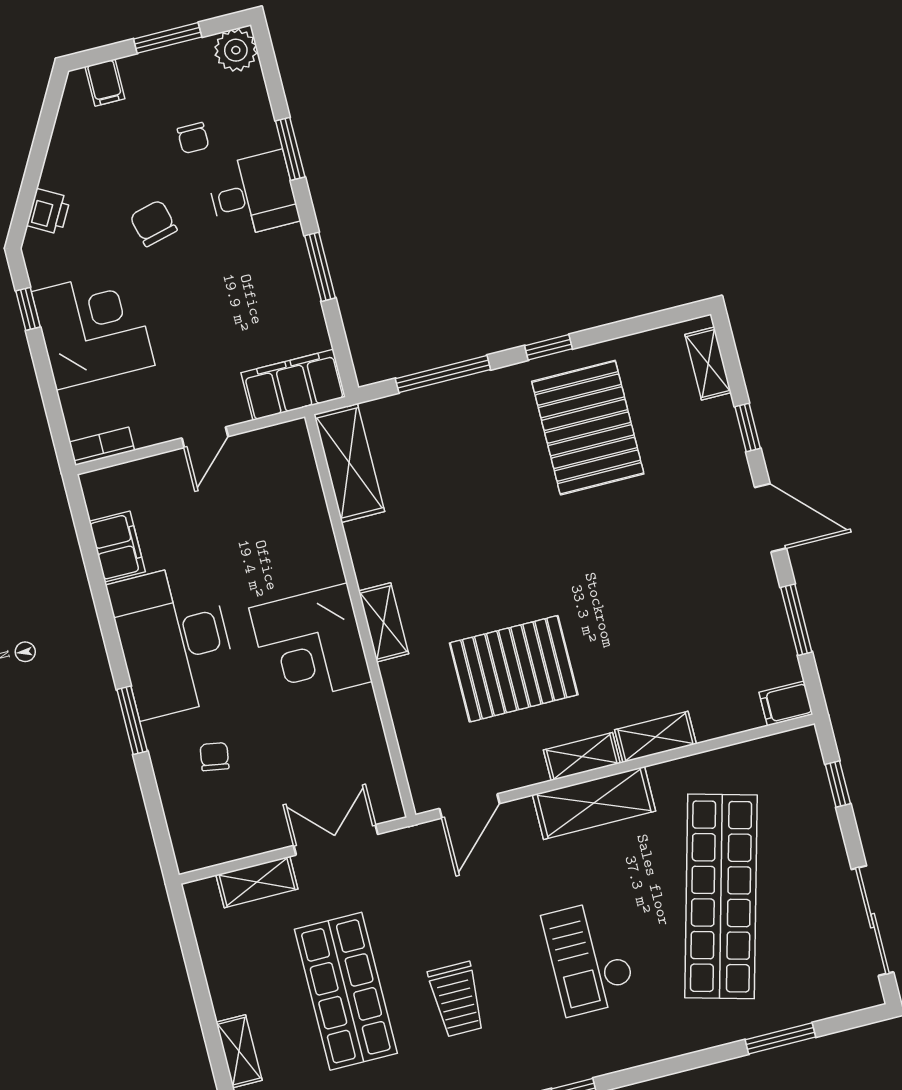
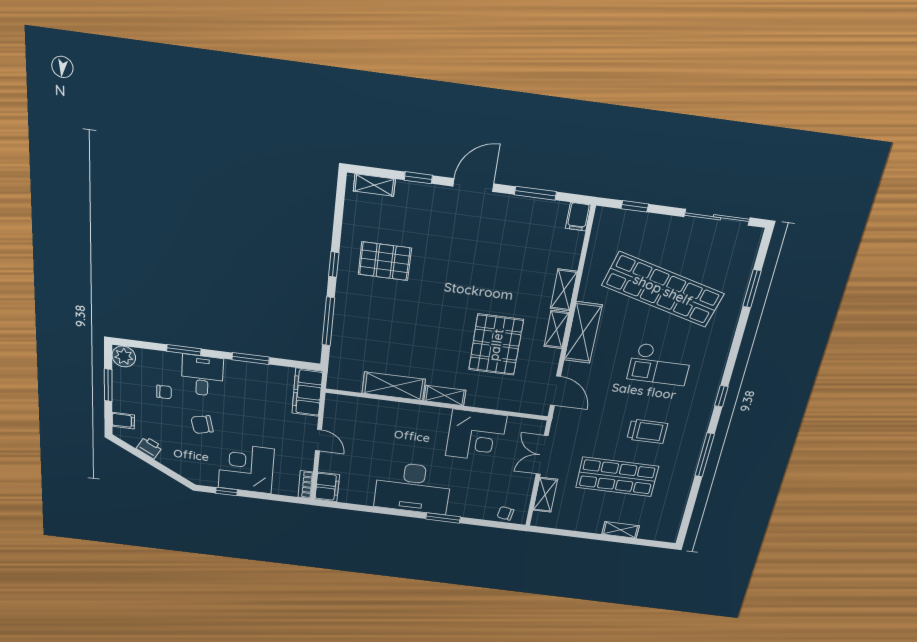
printer: (48, 212) -> (149, 448), moved
pallet: (588, 428) -> (385, 261), width x0.73, depth x0.71
shelving: (349, 463) -> (394, 386), moved
filing cabinet: (117, 546) -> (327, 487), moved, turned 90
corner desk: (310, 645) -> (476, 436), moved
chair: (214, 757) -> (505, 513), moved

